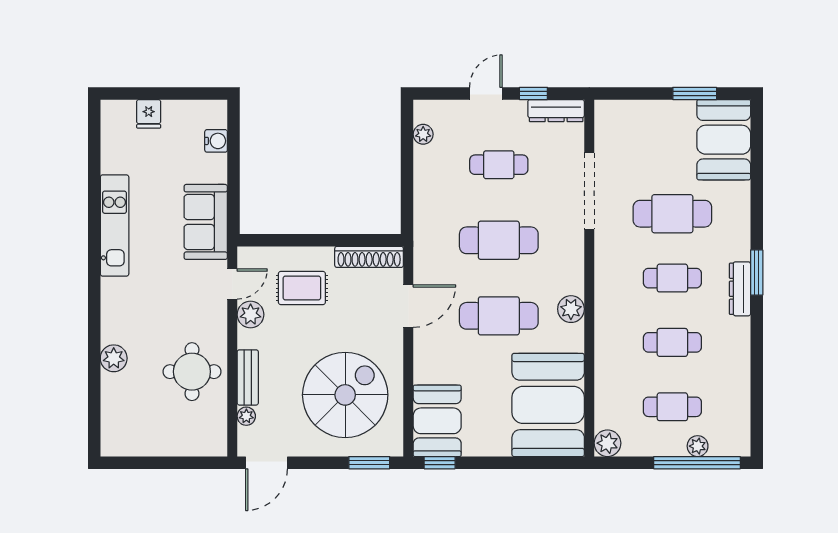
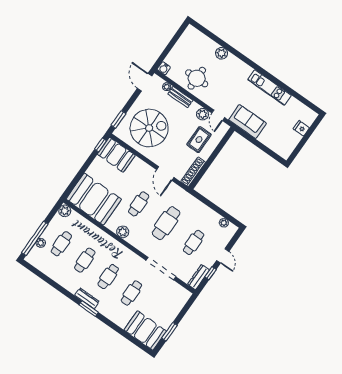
water cooler: (216, 141) -> (164, 68), moved
cafe table: (672, 214) -> (131, 293), width x0.73, depth x0.74
cafe table: (499, 316) -> (139, 204), width x0.73, depth x0.74
spiral stairs: (345, 395) -> (149, 128), turned -90

